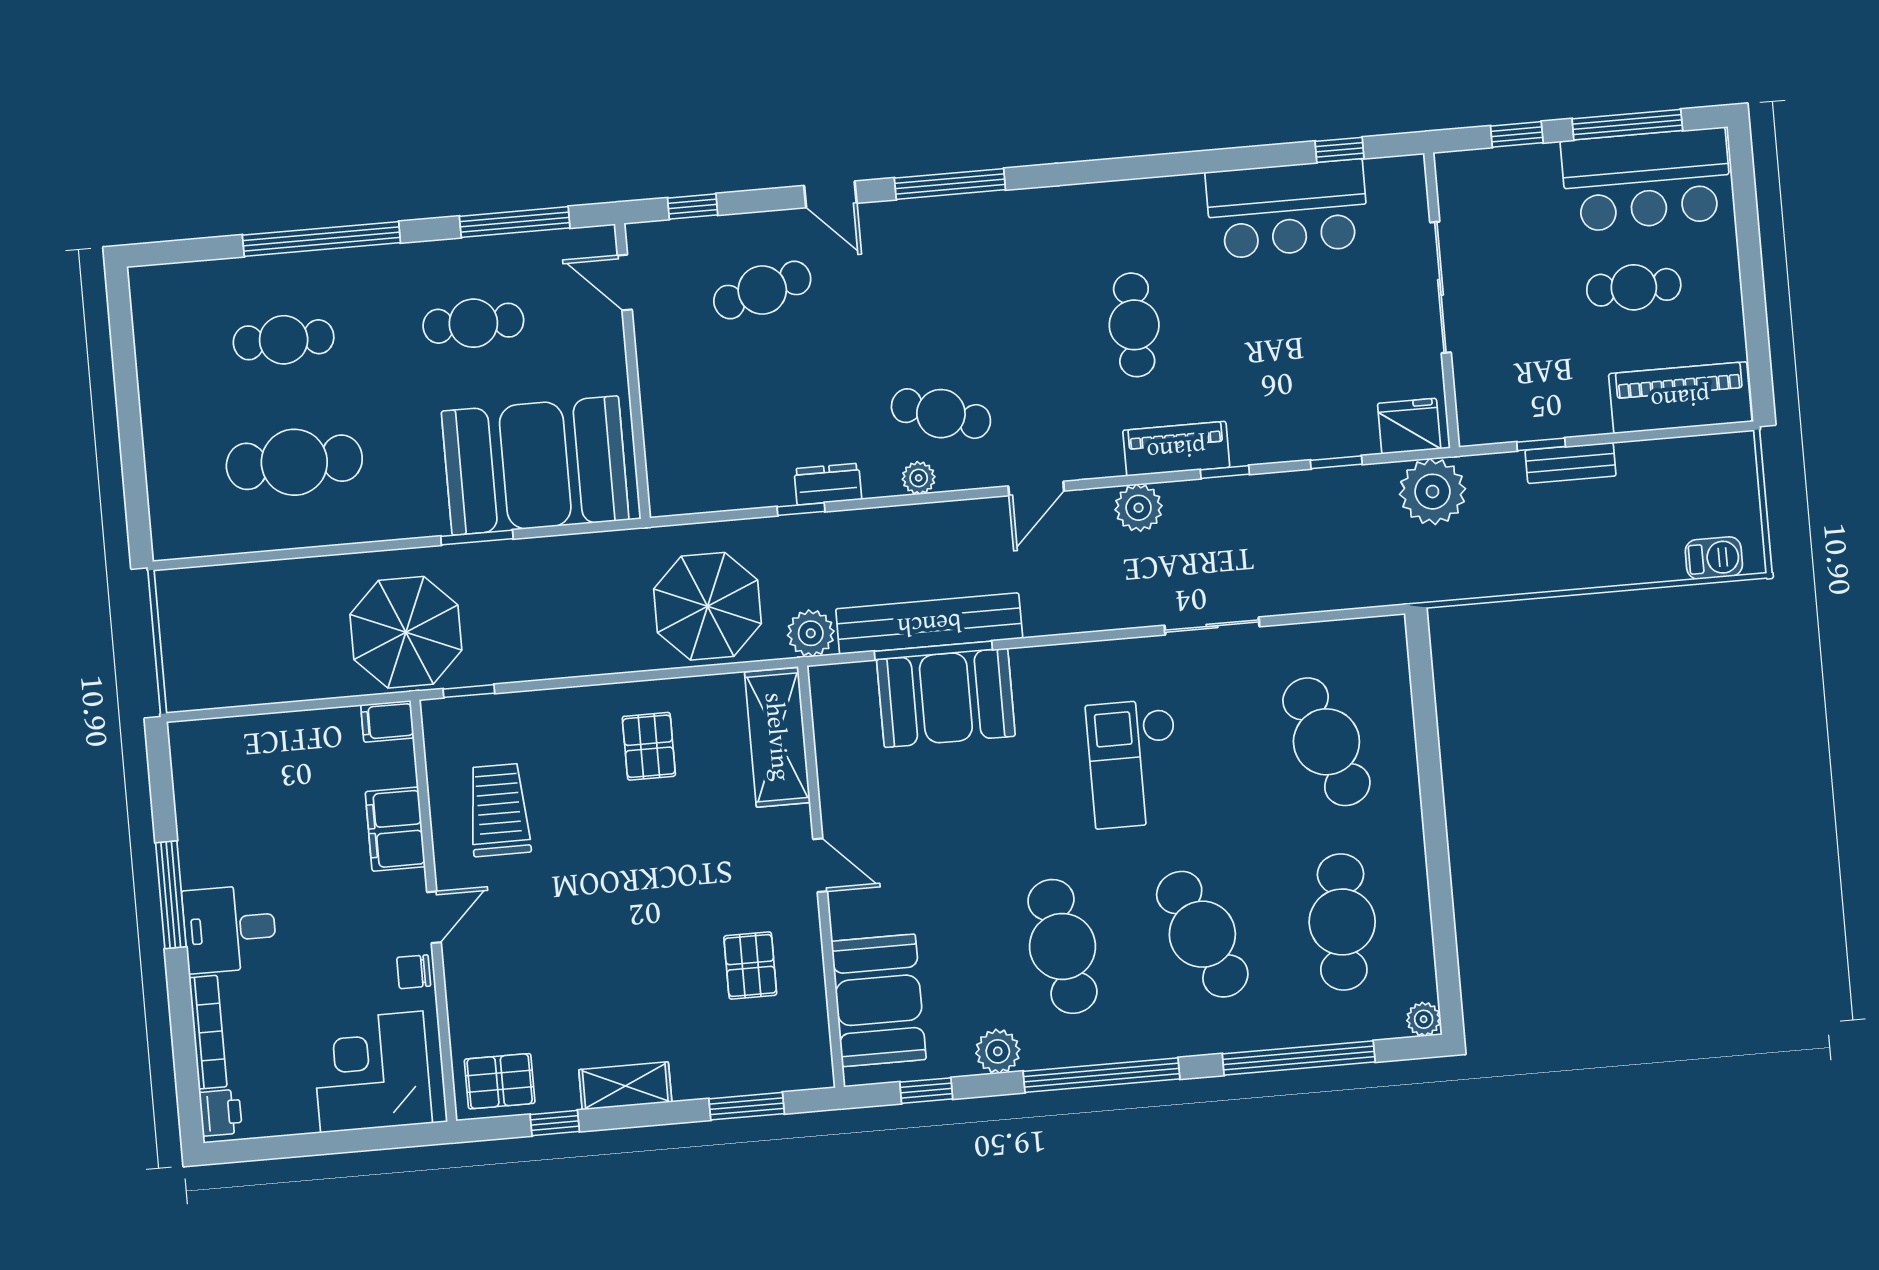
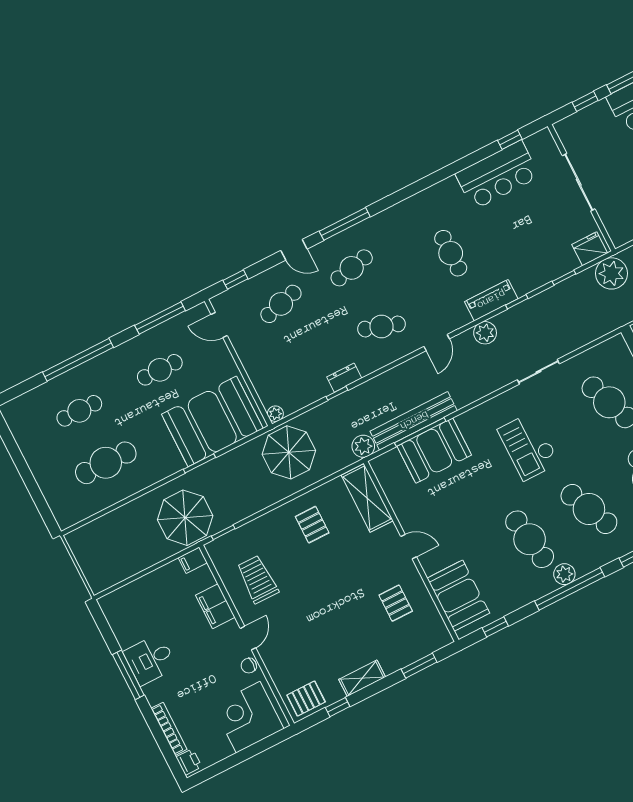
cafe table: (929, 275) -> (352, 268), added
plant: (919, 478) -> (275, 414), moved
parasol: (708, 606) -> (289, 452), moved
desk: (230, 929) -> (150, 659), moved
plant: (998, 1051) -> (564, 574), moved

